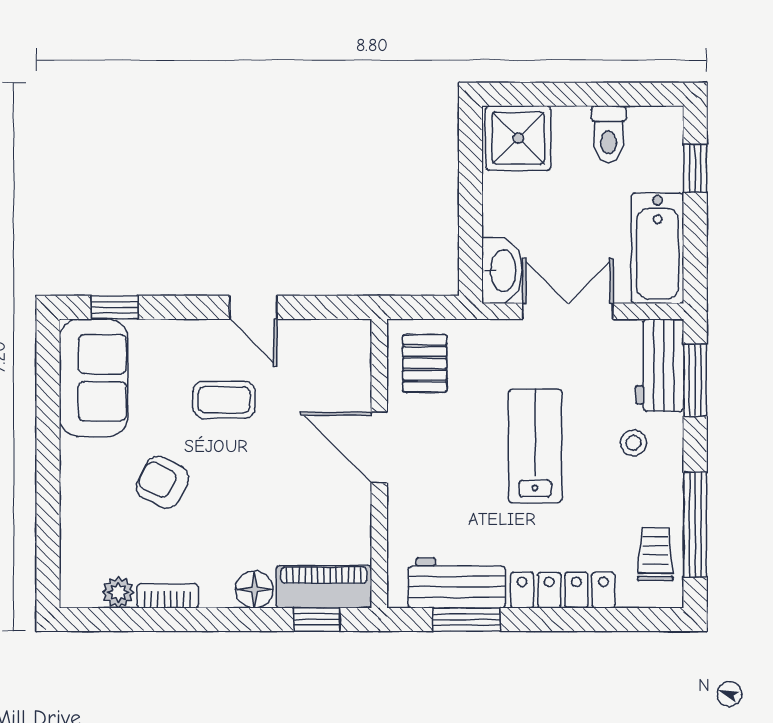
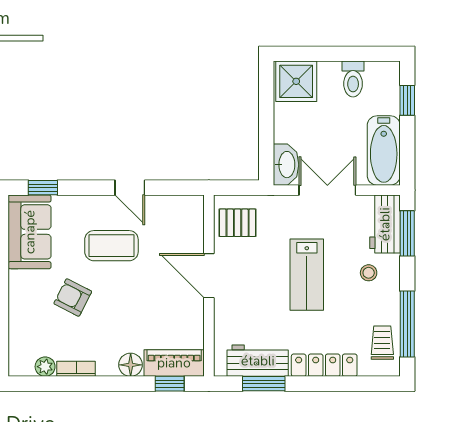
pallet: (425, 363) -> (238, 223), turned 90
coffee table: (224, 400) -> (111, 246), width x1.36, depth x1.30
lab bench: (535, 446) -> (307, 275), turned 180

